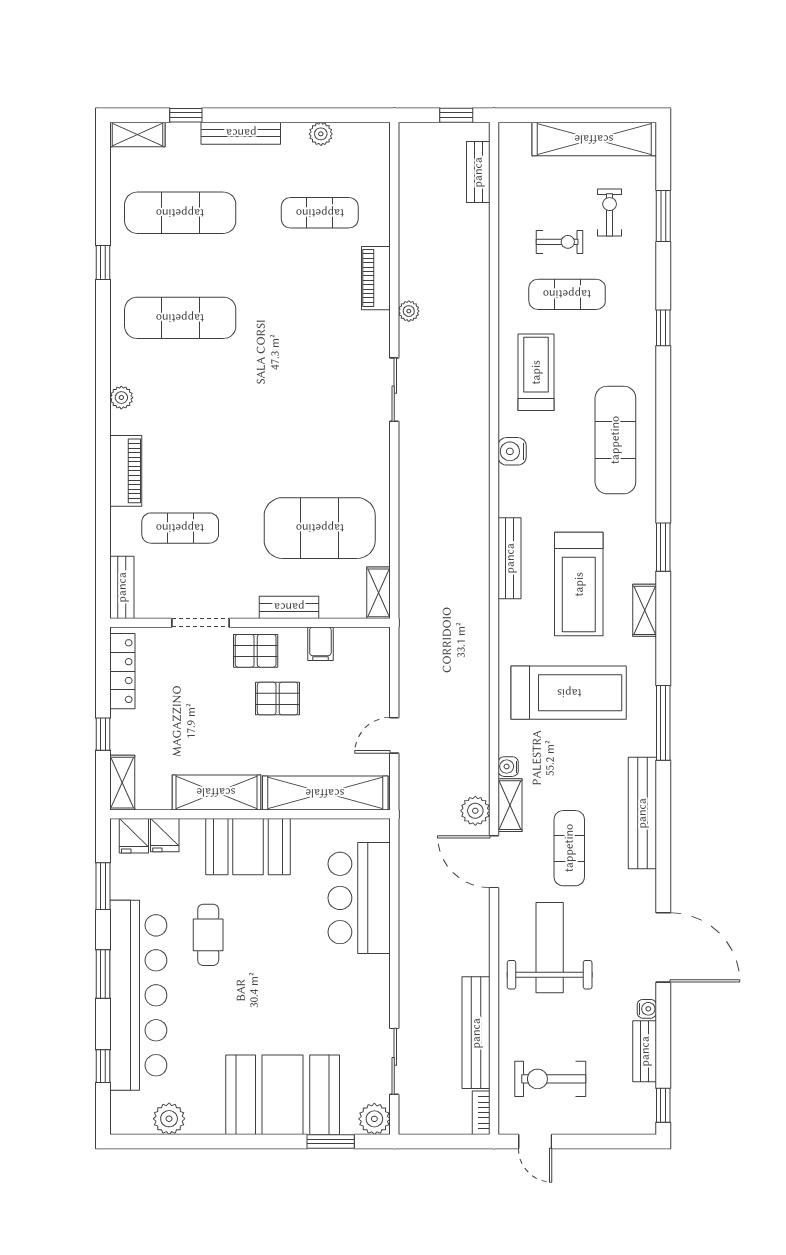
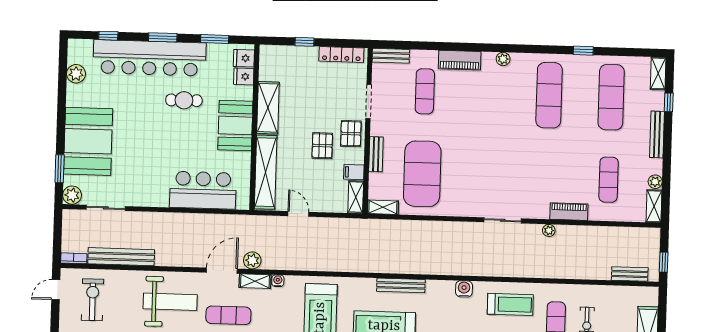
shelving: (362, 135) -> (654, 206), added
shelving: (122, 783) -> (356, 197), moved, turned 90

